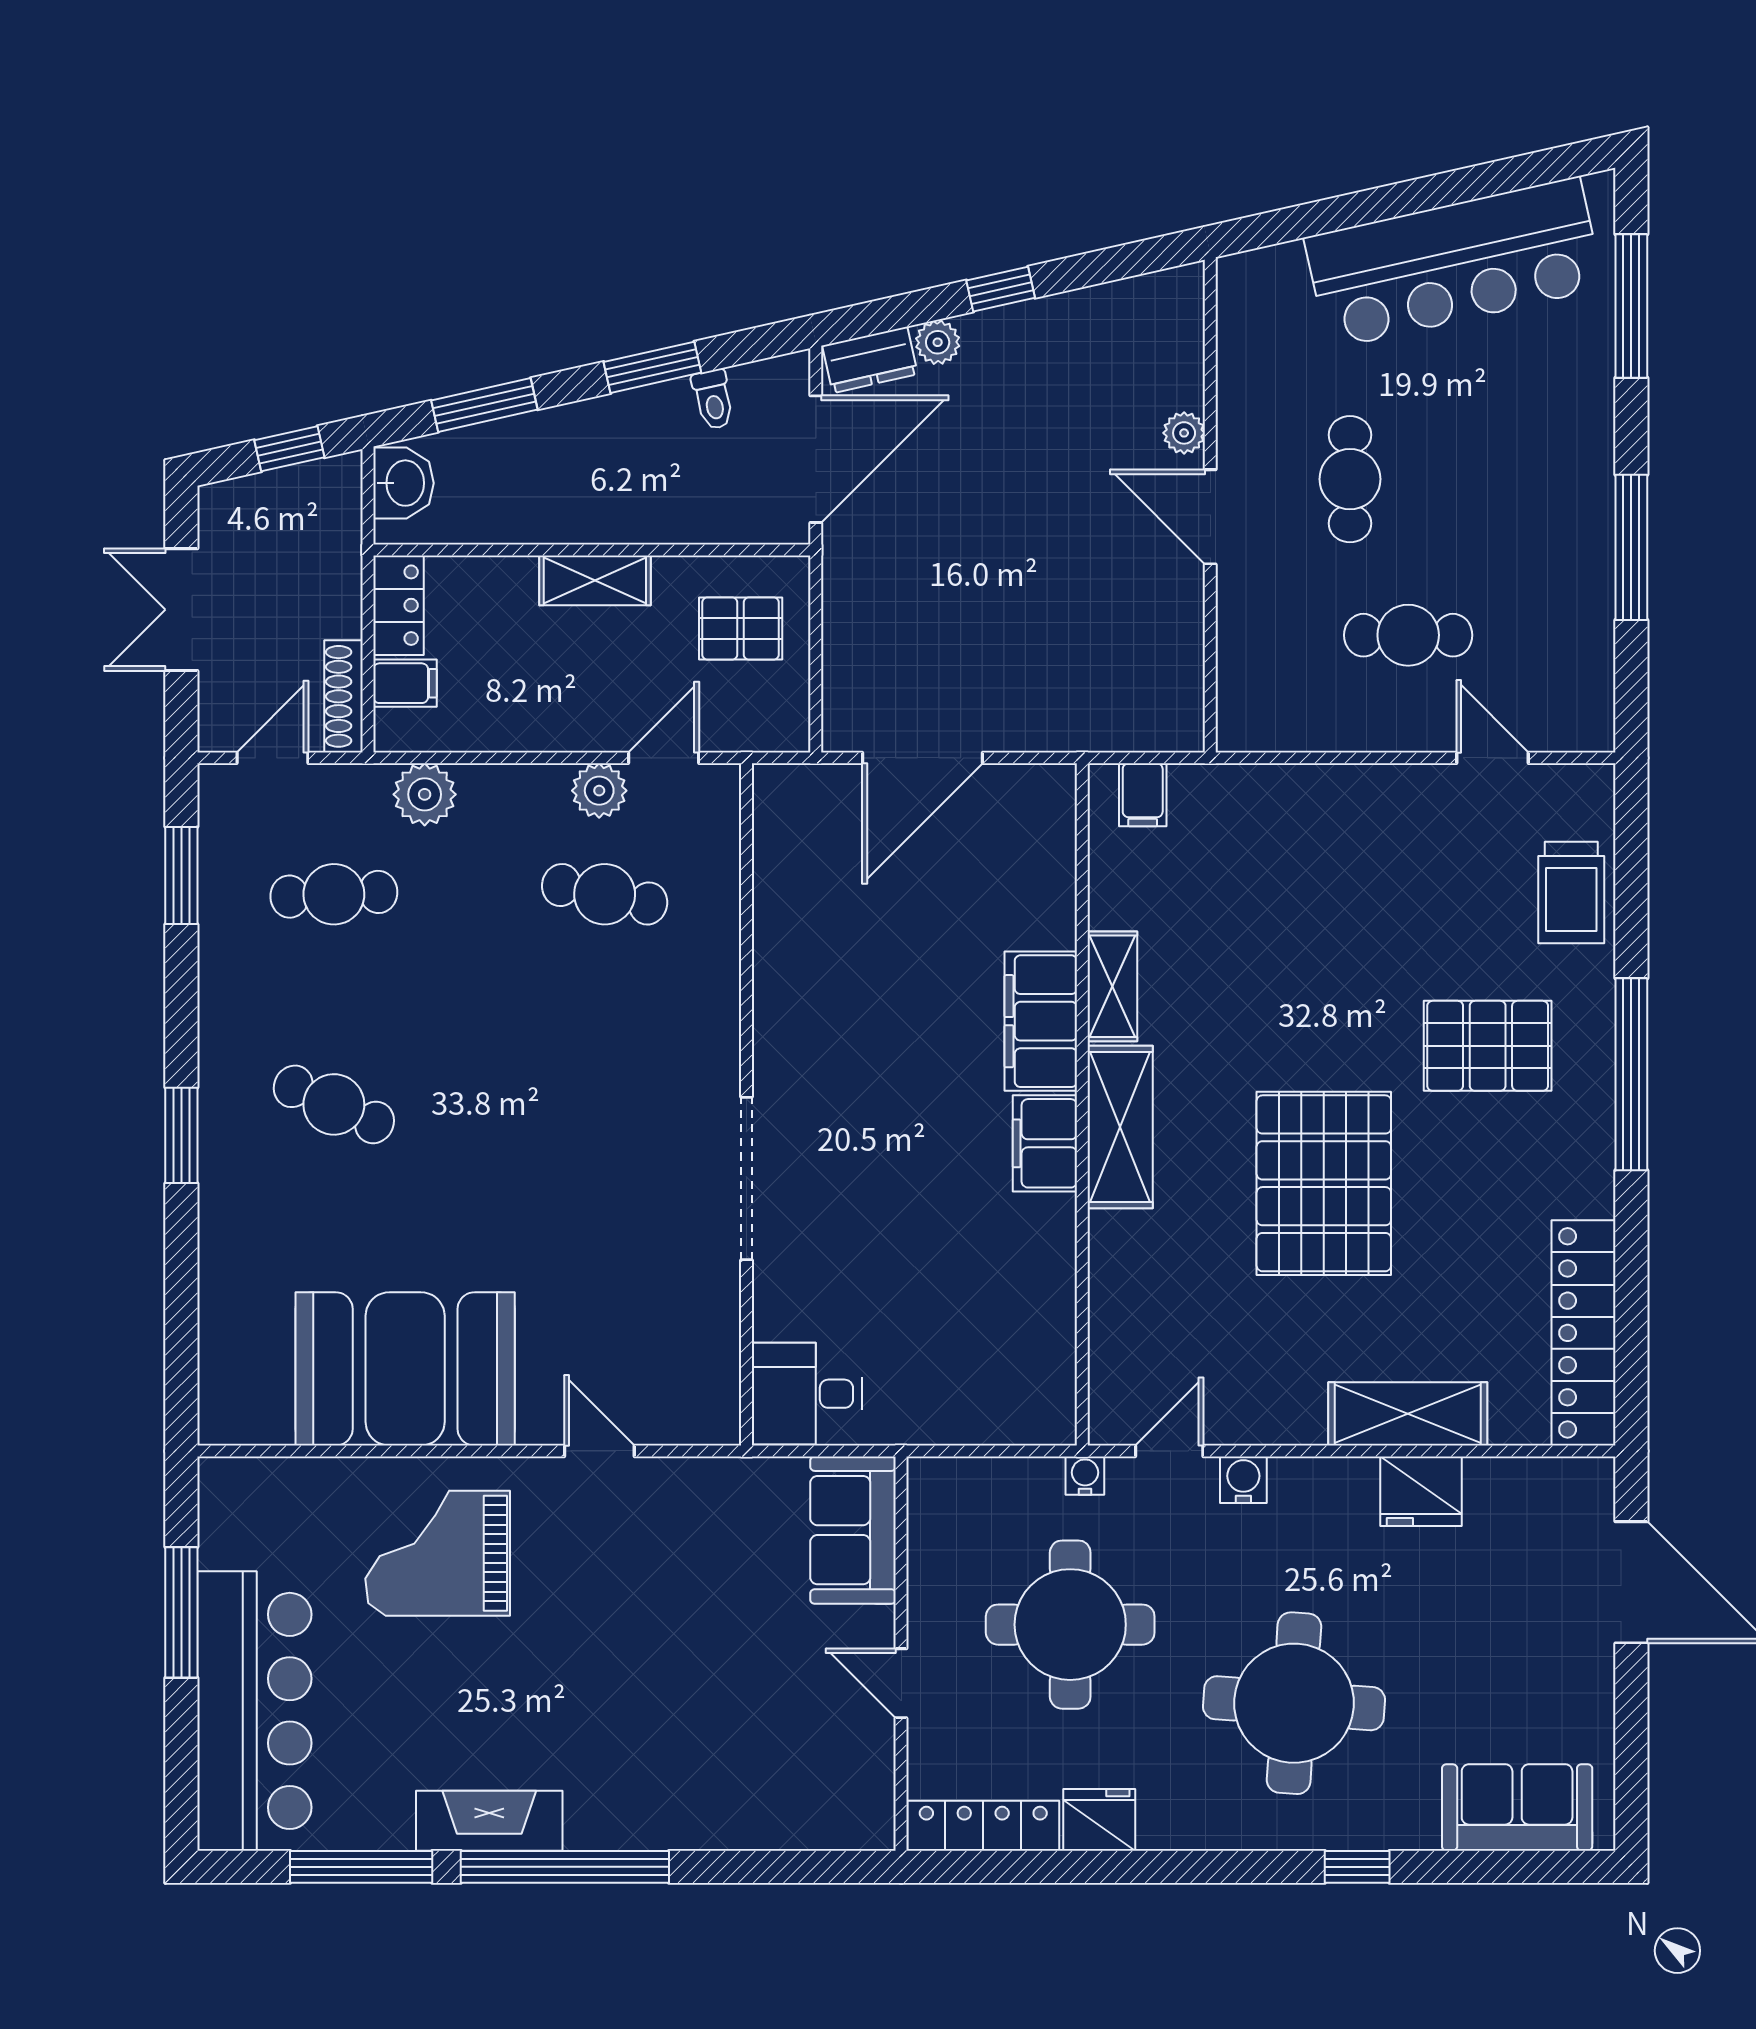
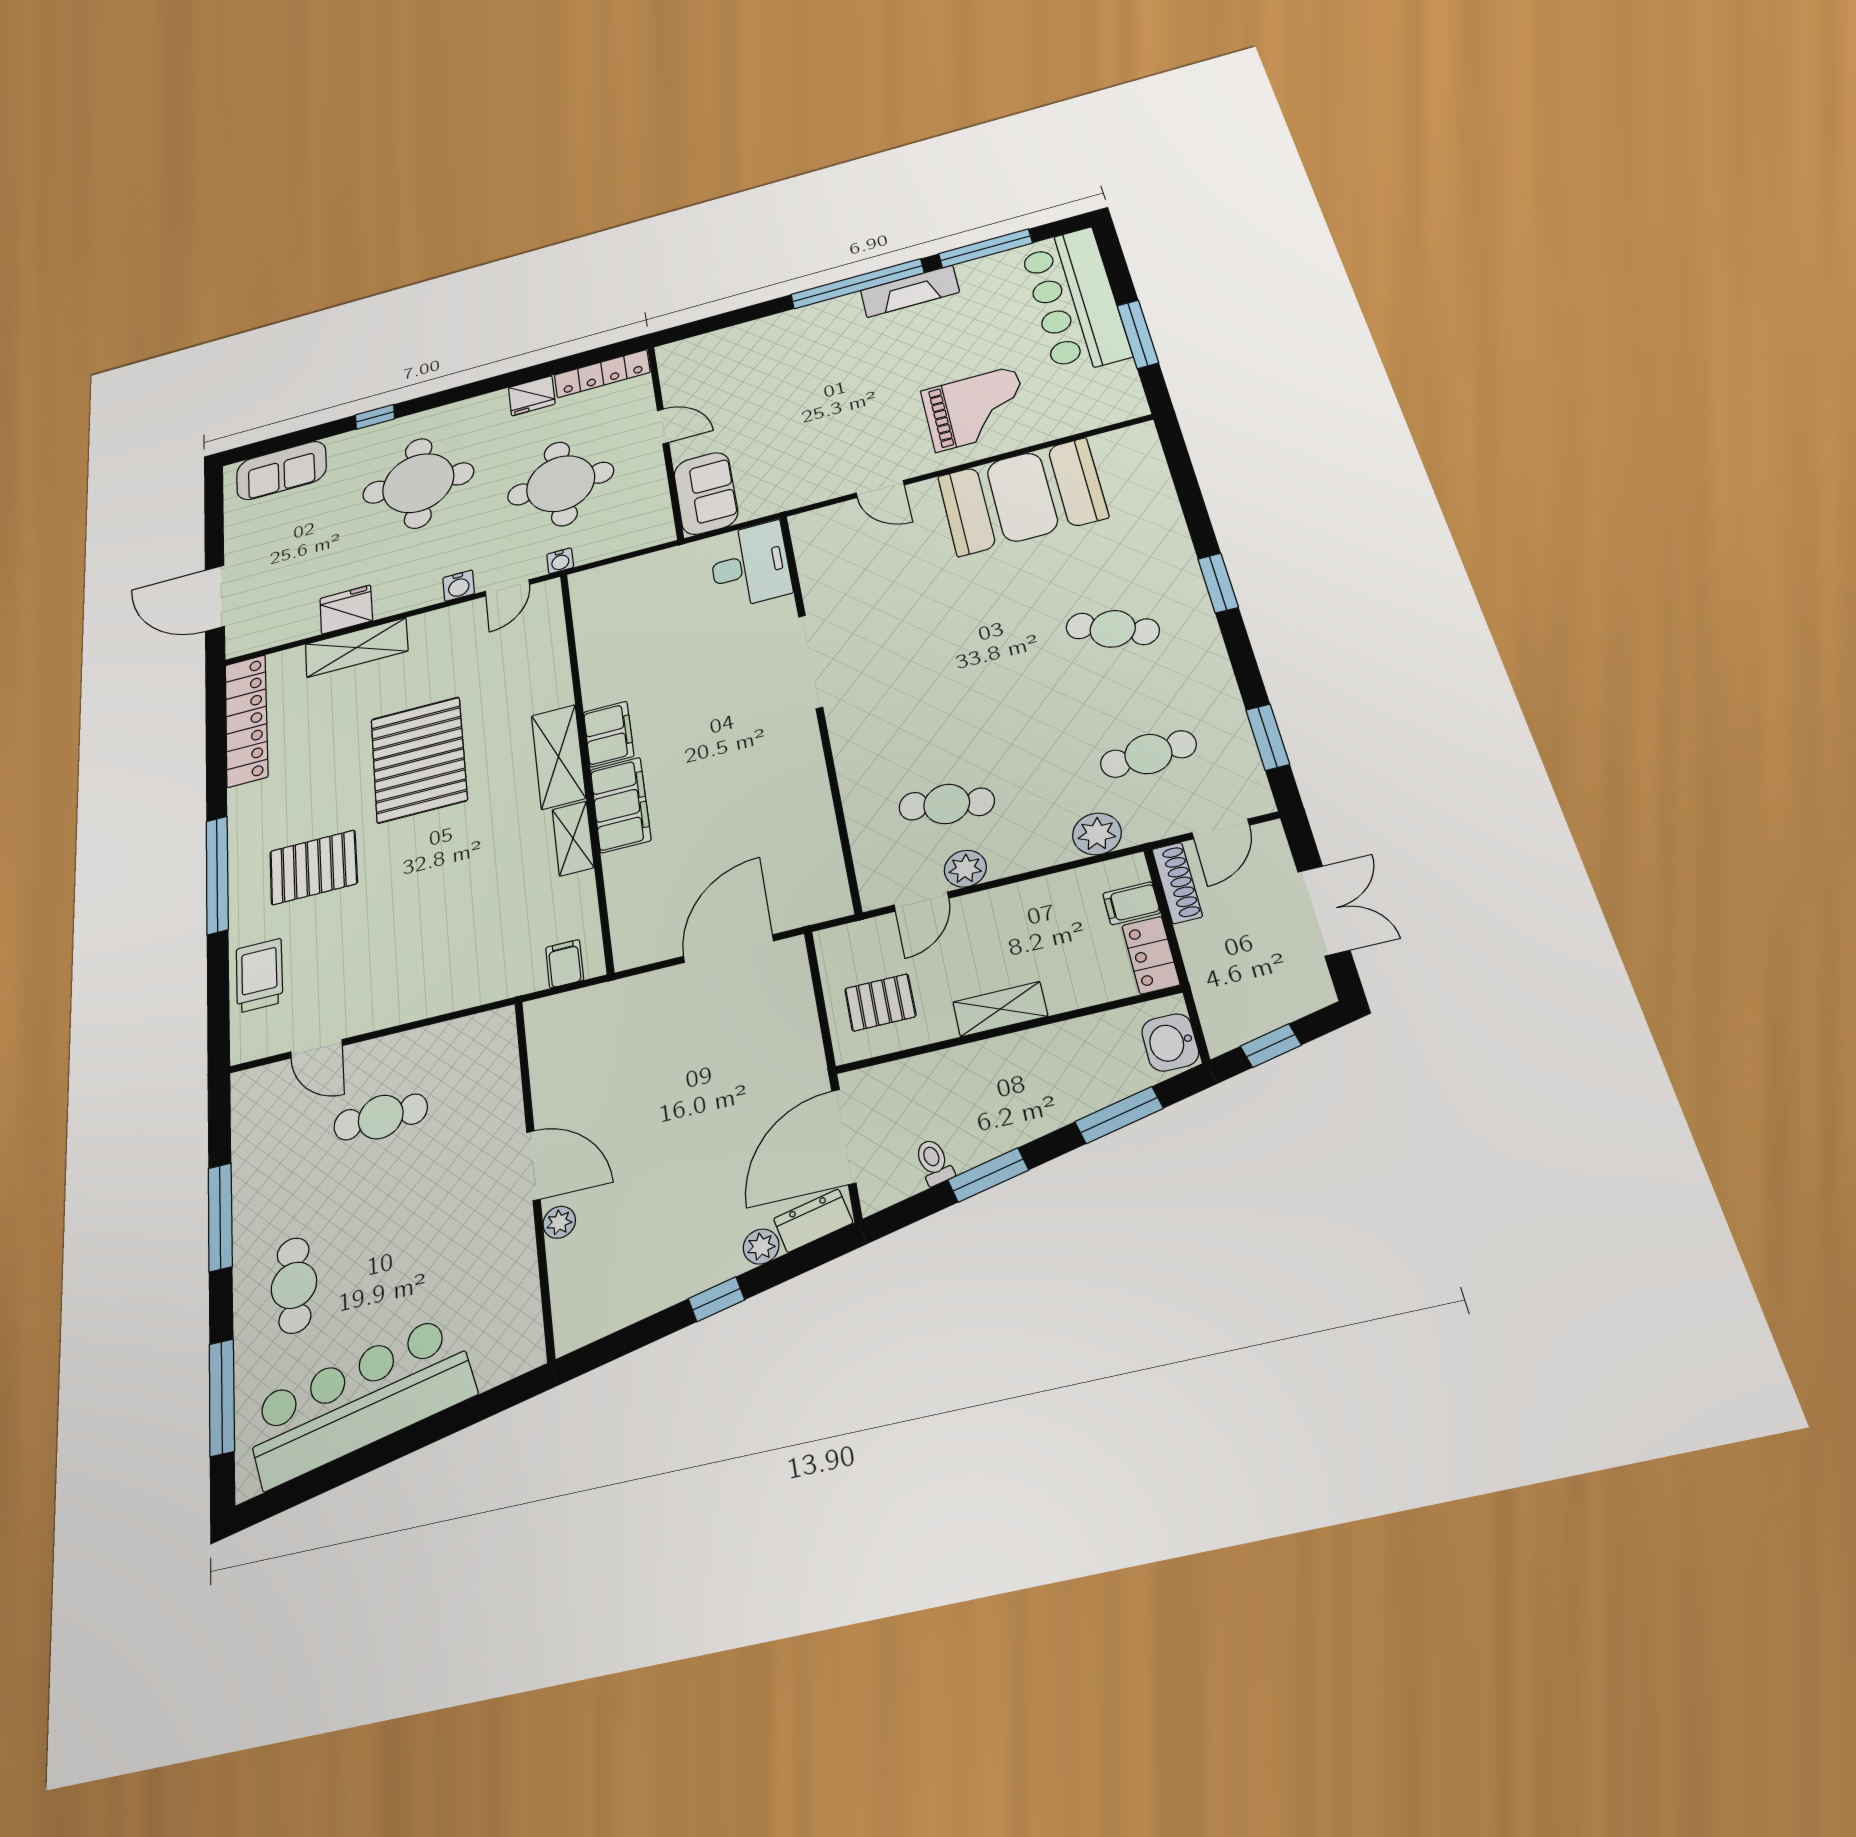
cafe table: (1350, 479) -> (294, 1285), moved
desk: (807, 1394) -> (750, 565), width x1.37

